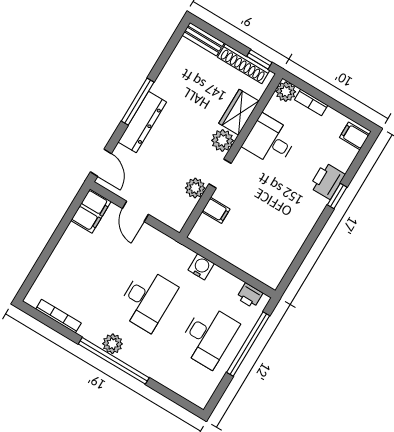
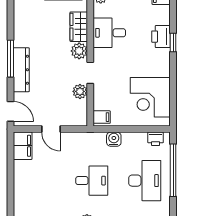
filing cabinet: (216, 210) -> (102, 117), moved
corner desk: (273, 244) -> (150, 97), added
desk: (147, 299) -> (92, 181), width x0.73

